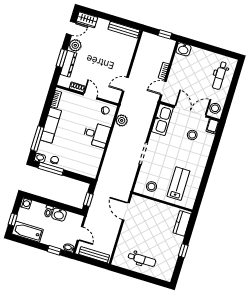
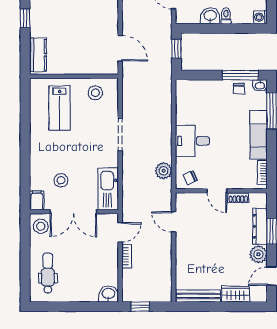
wardrobe: (87, 20) -> (236, 294), moved
door: (125, 84) -> (174, 222), swing flipped

